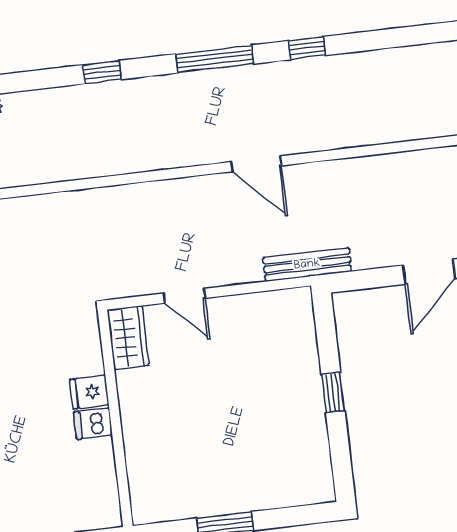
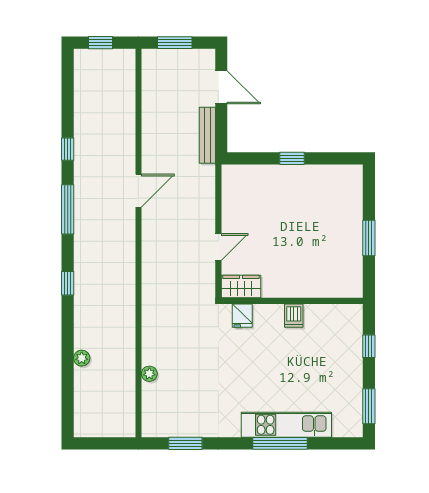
bench: (307, 265) -> (207, 135), moved
fridge: (89, 392) -> (242, 316), moved

